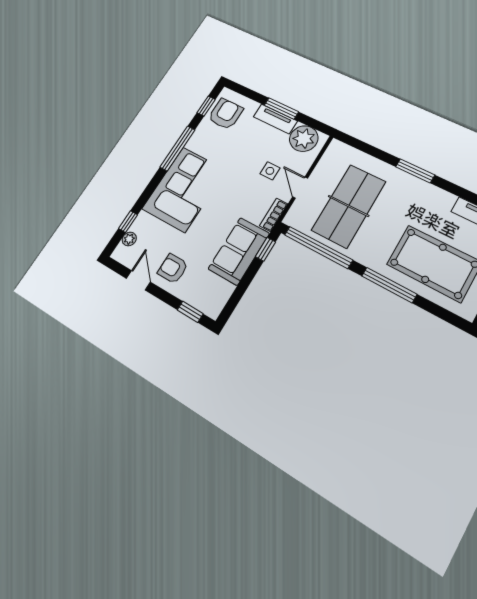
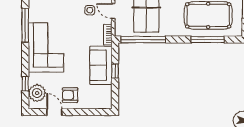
plant: (129, 239) -> (37, 93), width x1.88, depth x1.88
window: (265, 249) -> (115, 71), moved
window: (389, 285) -> (208, 40), moved
window: (190, 312) -> (95, 112), removed

